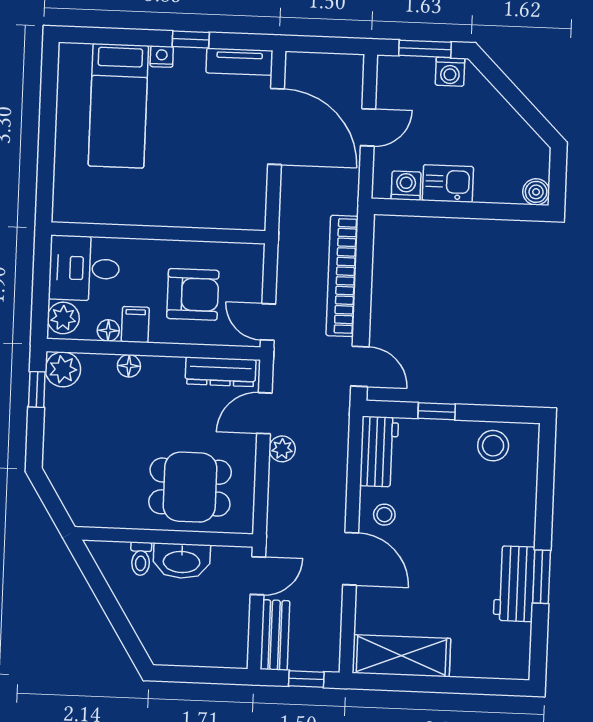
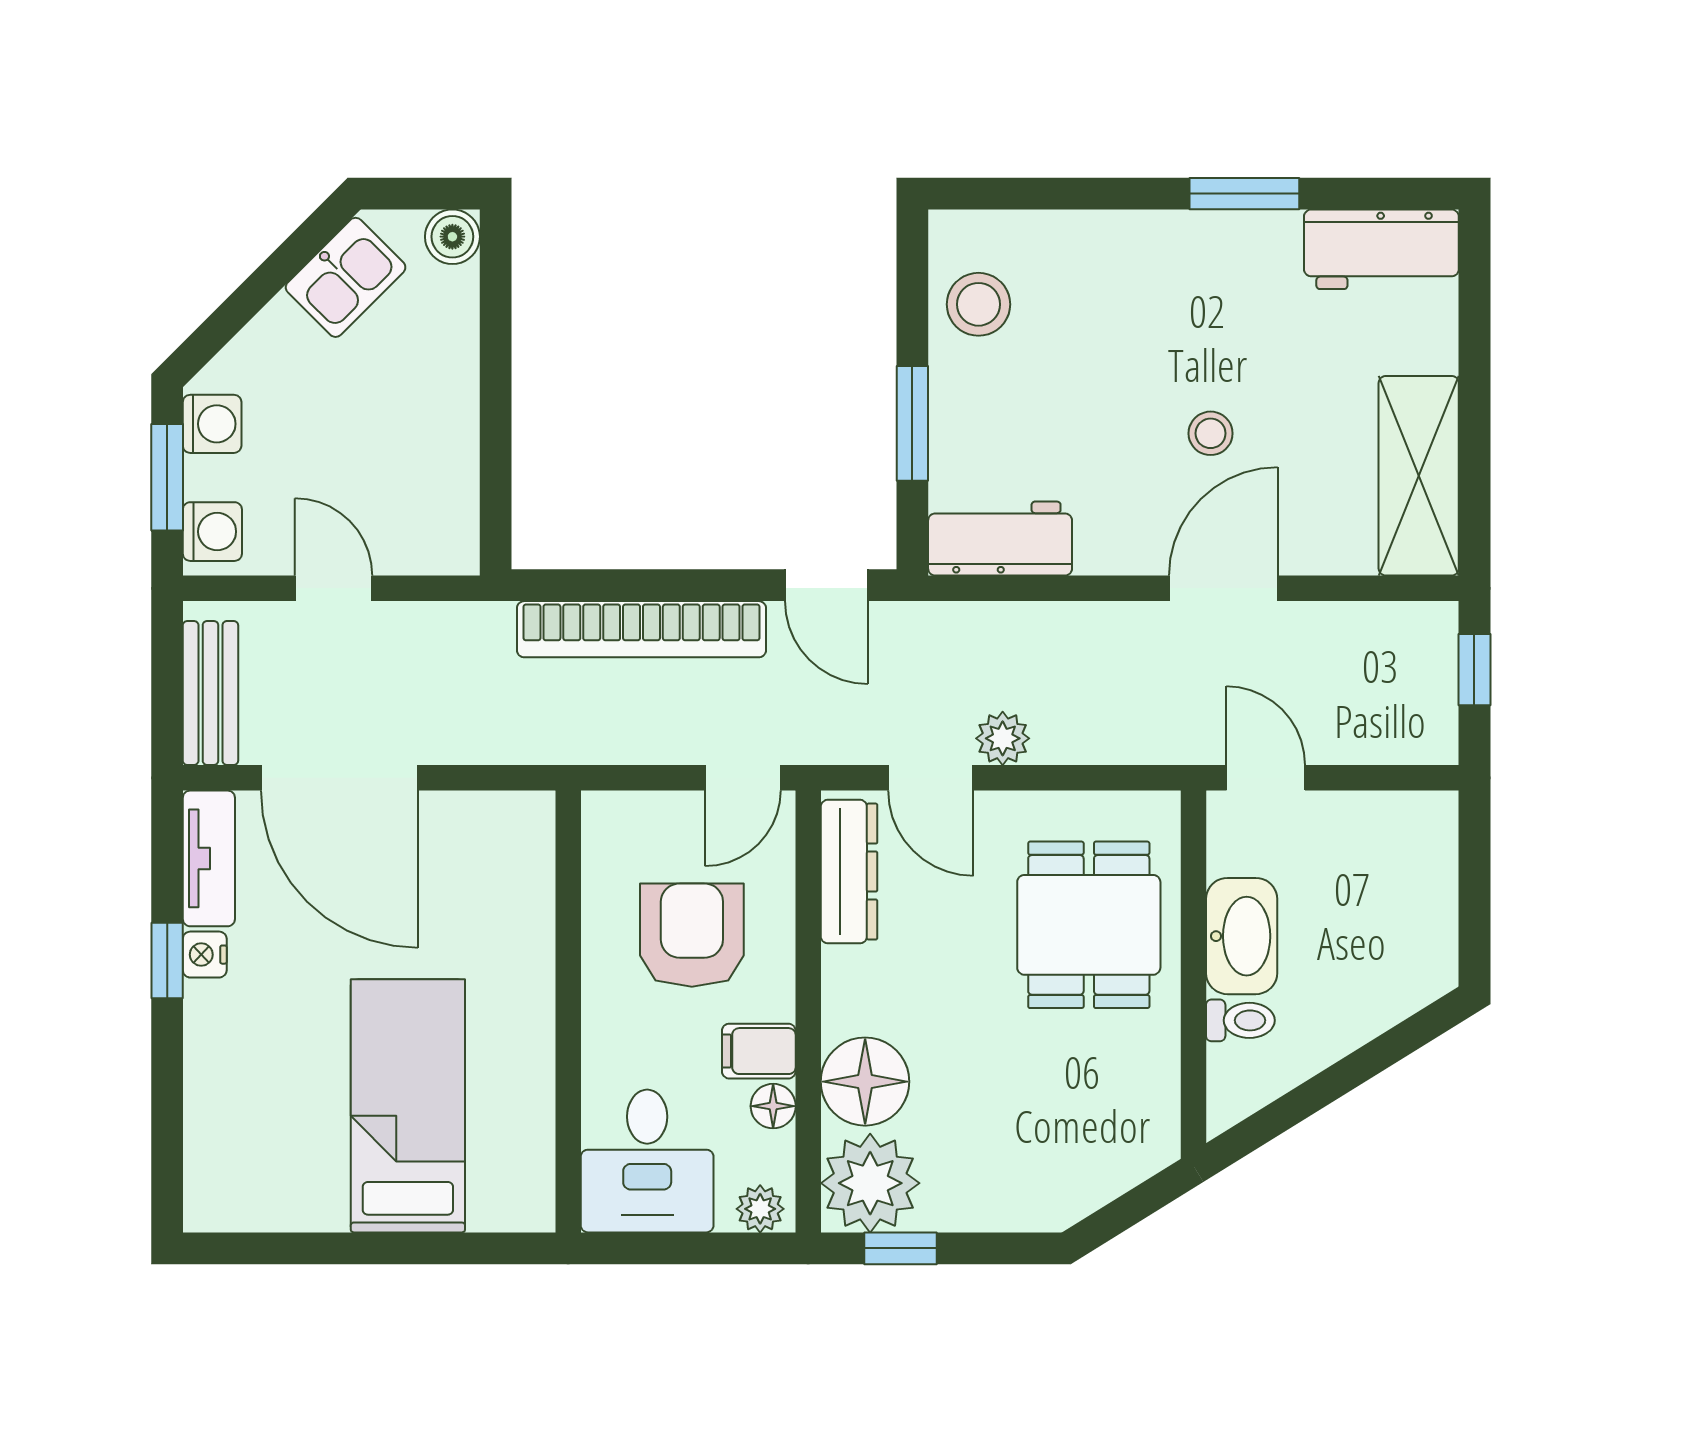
nightstand: (162, 57) -> (205, 955), moved
bed: (118, 106) -> (408, 1106), moved, turned -90
door: (276, 127) -> (339, 778), swing flipped
kitchen sink: (448, 183) -> (346, 277), moved, turned -135
washing machine: (406, 186) -> (212, 532), moved, turned 180
plant: (63, 318) -> (760, 1209), width x0.73, depth x0.73
floor lamp: (129, 366) -> (865, 1082), width x1.89, depth x1.89
door: (360, 366) -> (826, 585), swing flipped
plant: (63, 369) -> (870, 1183), width x1.36, depth x1.36
window: (437, 411) -> (912, 423), width x1.50
stool: (384, 515) -> (1211, 433), moved
workbench: (514, 584) -> (1381, 249), moved
bench: (275, 635) -> (210, 693), moved, turned 90

